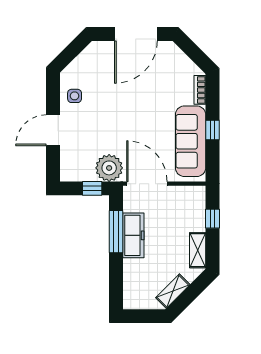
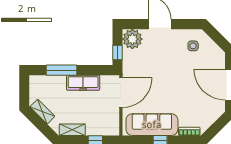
side table: (75, 96) -> (193, 46), moved
plant: (109, 168) -> (132, 39), moved
window: (116, 232) -> (62, 70), moved

